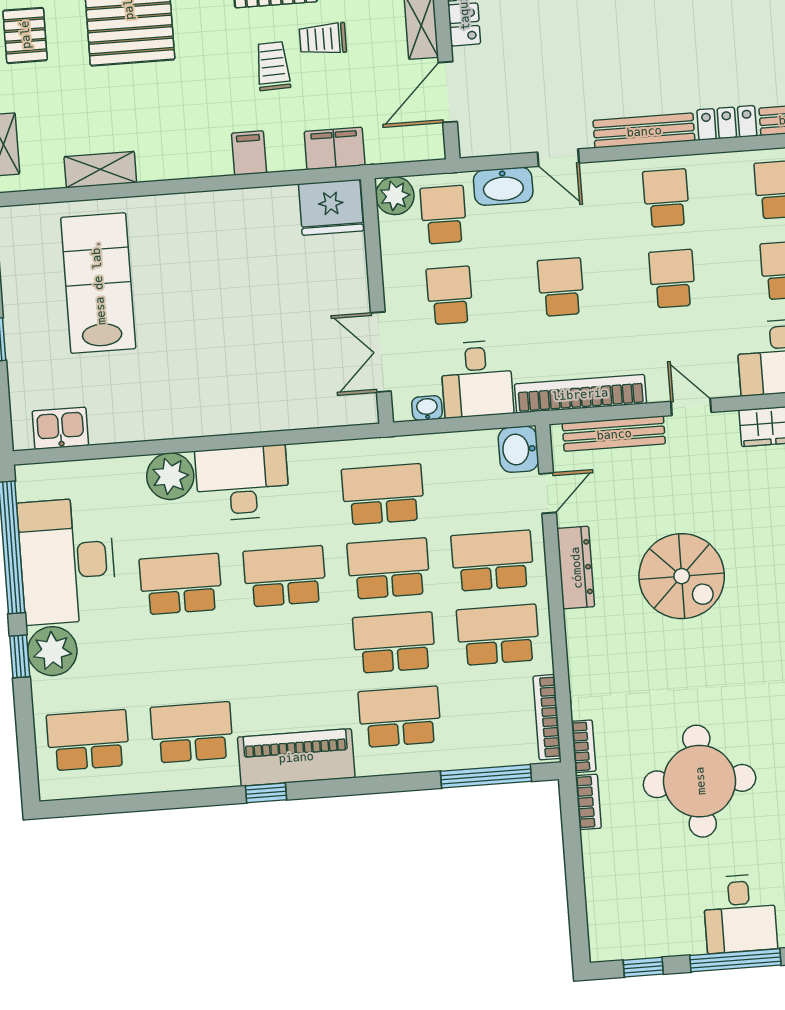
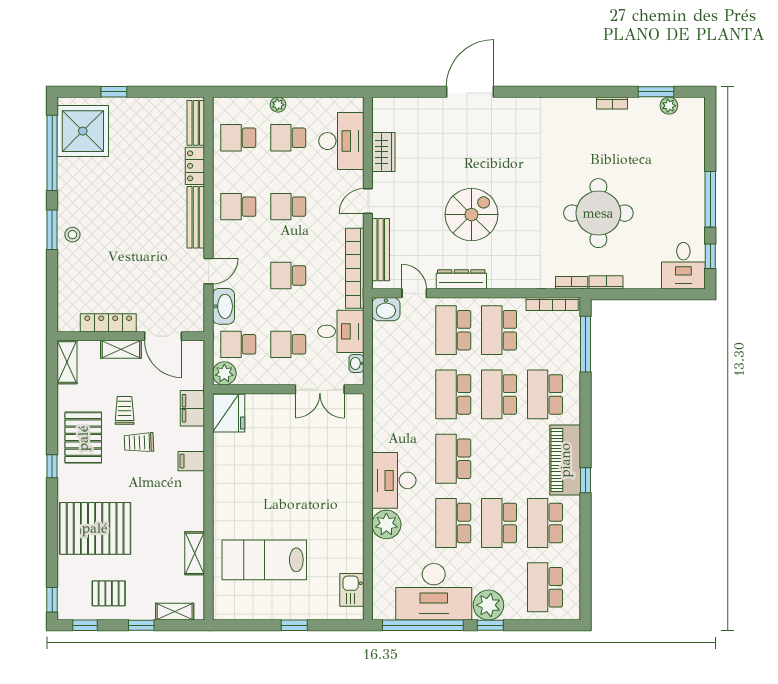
trolley: (323, 39) -> (125, 410), turned 180
school desk: (383, 494) -> (499, 523), moved
desk: (740, 914) -> (683, 266), moved, turned 90

